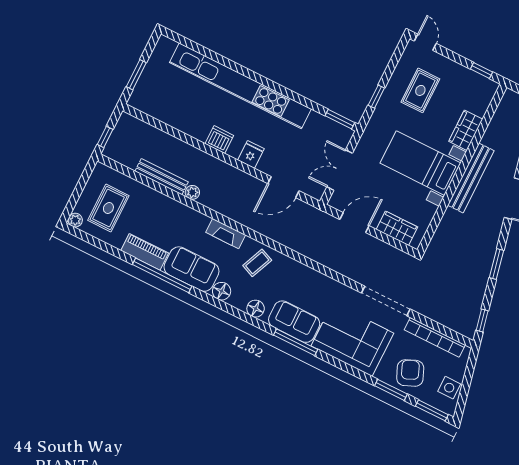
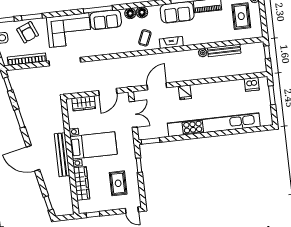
wardrobe: (466, 130) -> (82, 183), width x1.50
dishwasher: (219, 140) -> (252, 84), moved
floor lamp: (222, 291) -> (142, 12), moved

